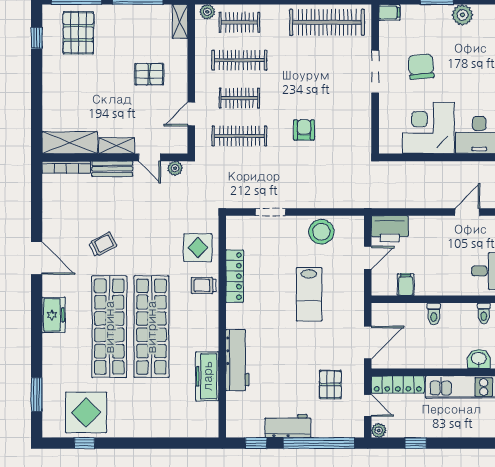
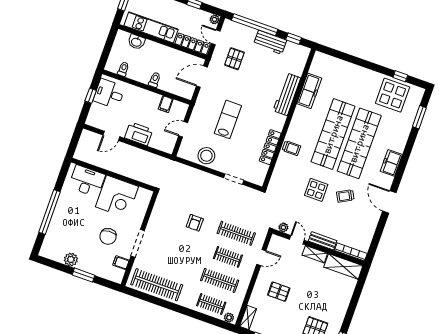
filing cabinet: (389, 12) -> (121, 263), moved
printer: (390, 229) -> (139, 134), moved
display table: (198, 248) -> (316, 190), moved

